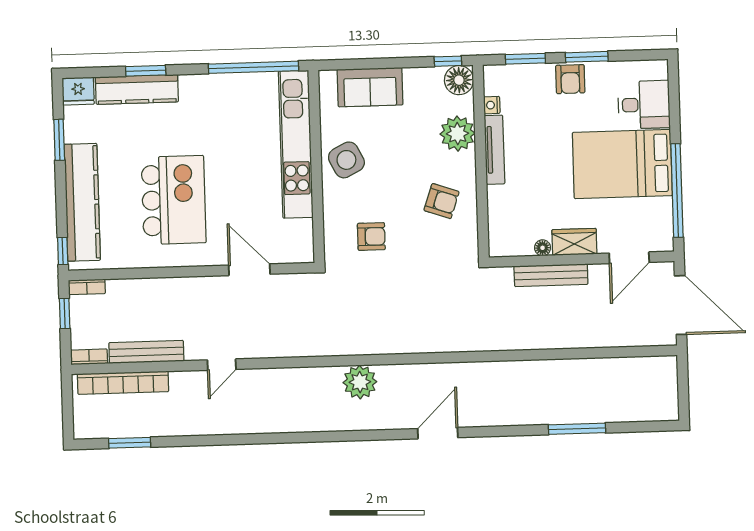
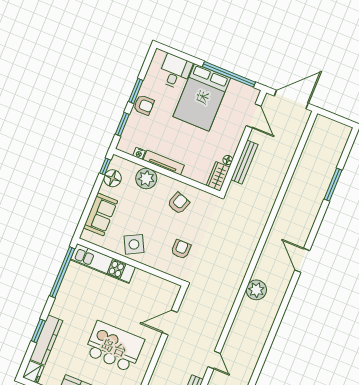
floor lamp: (459, 80) -> (113, 178), moved
kitchen unit: (296, 144) -> (103, 263), width x0.73
wardrobe: (574, 242) -> (218, 176), moved

